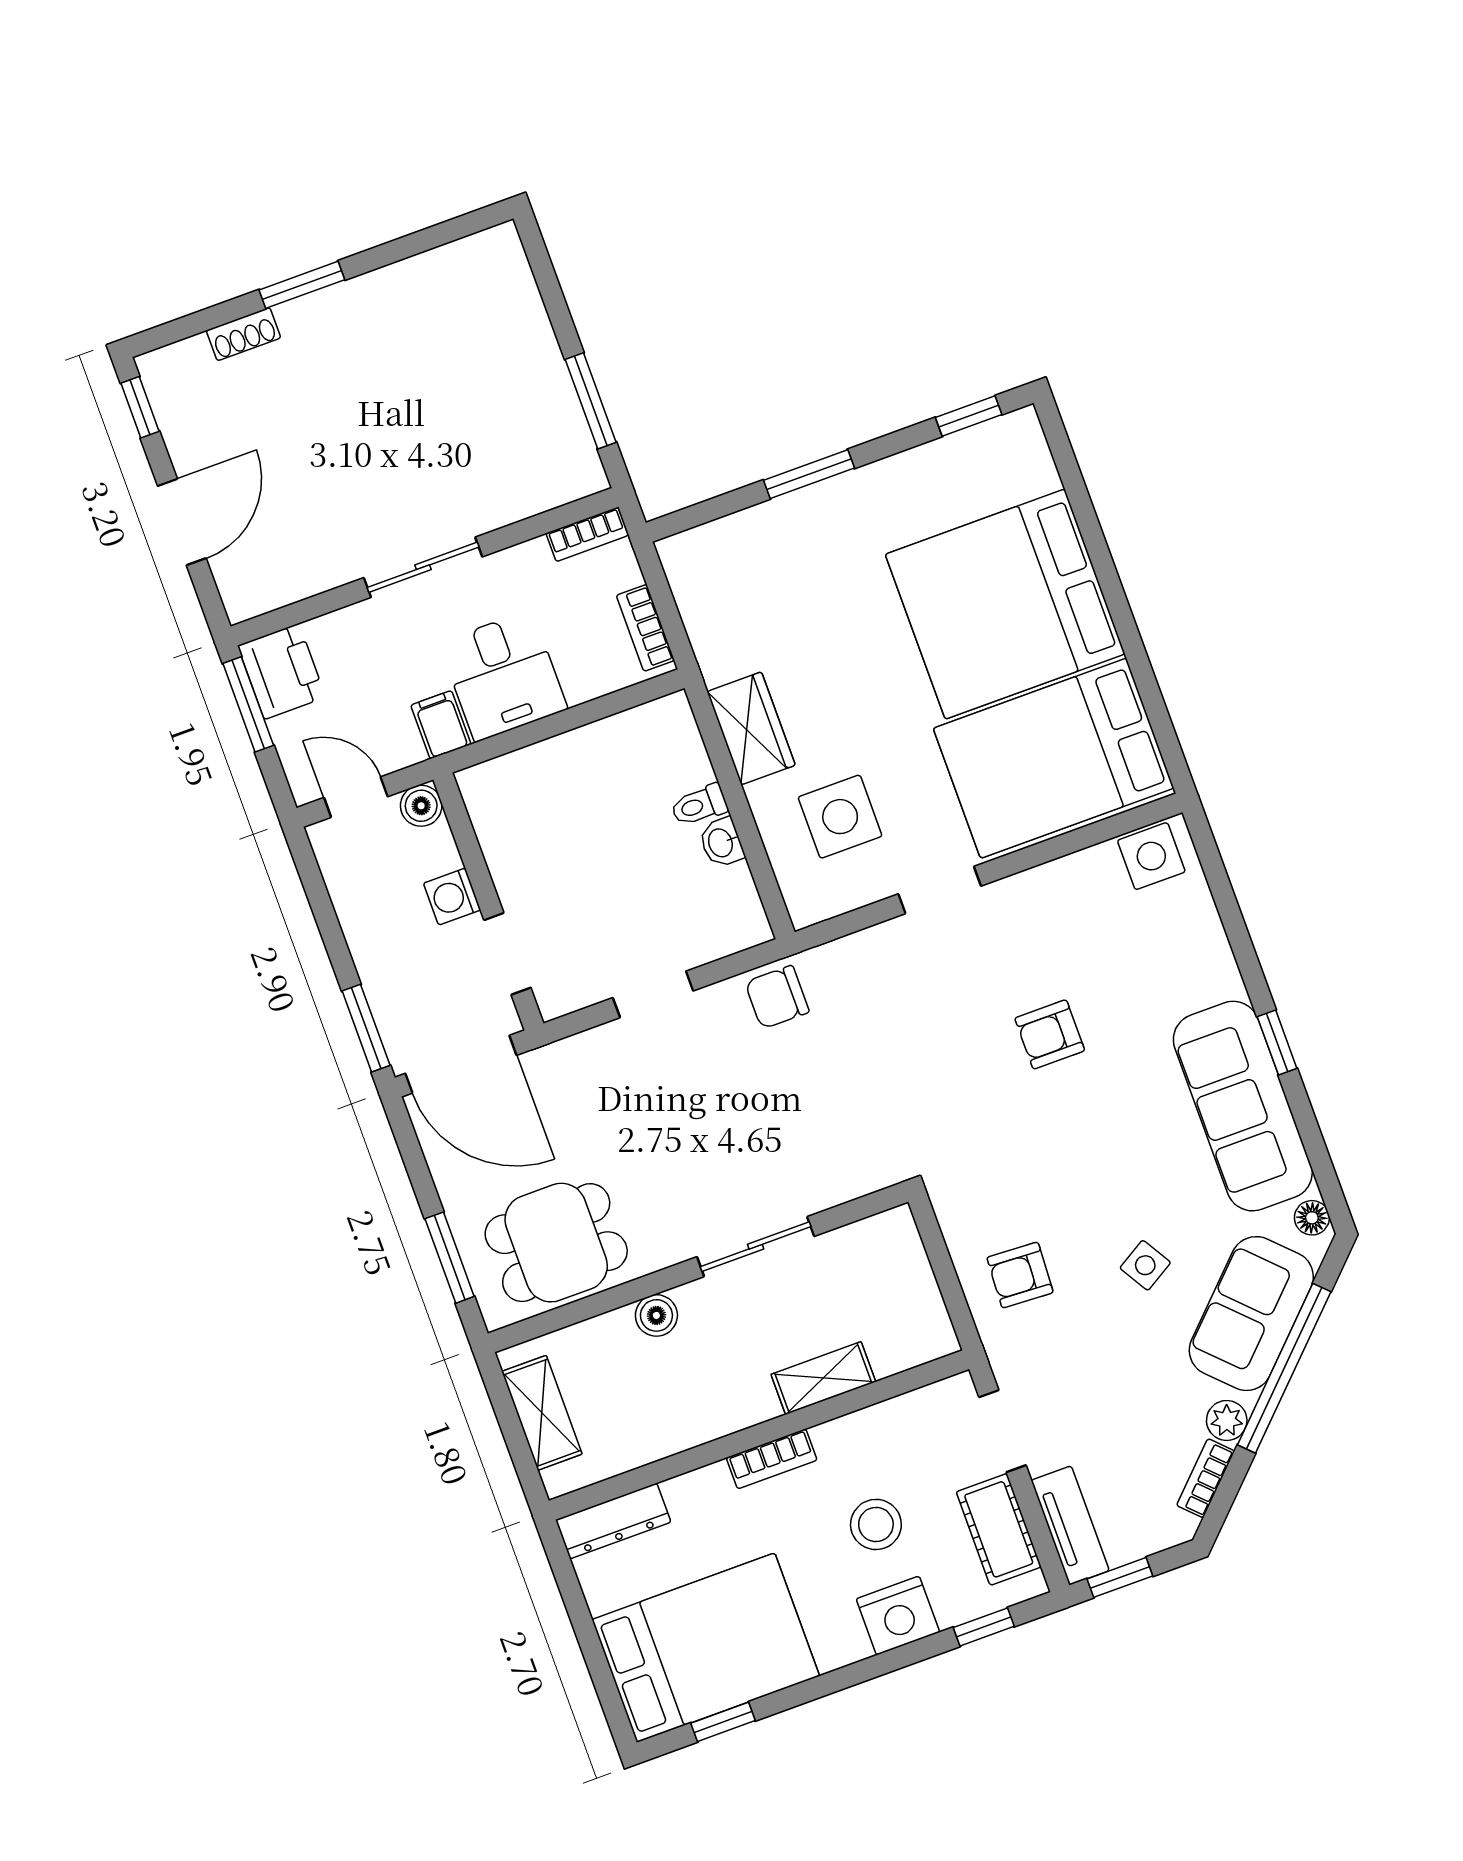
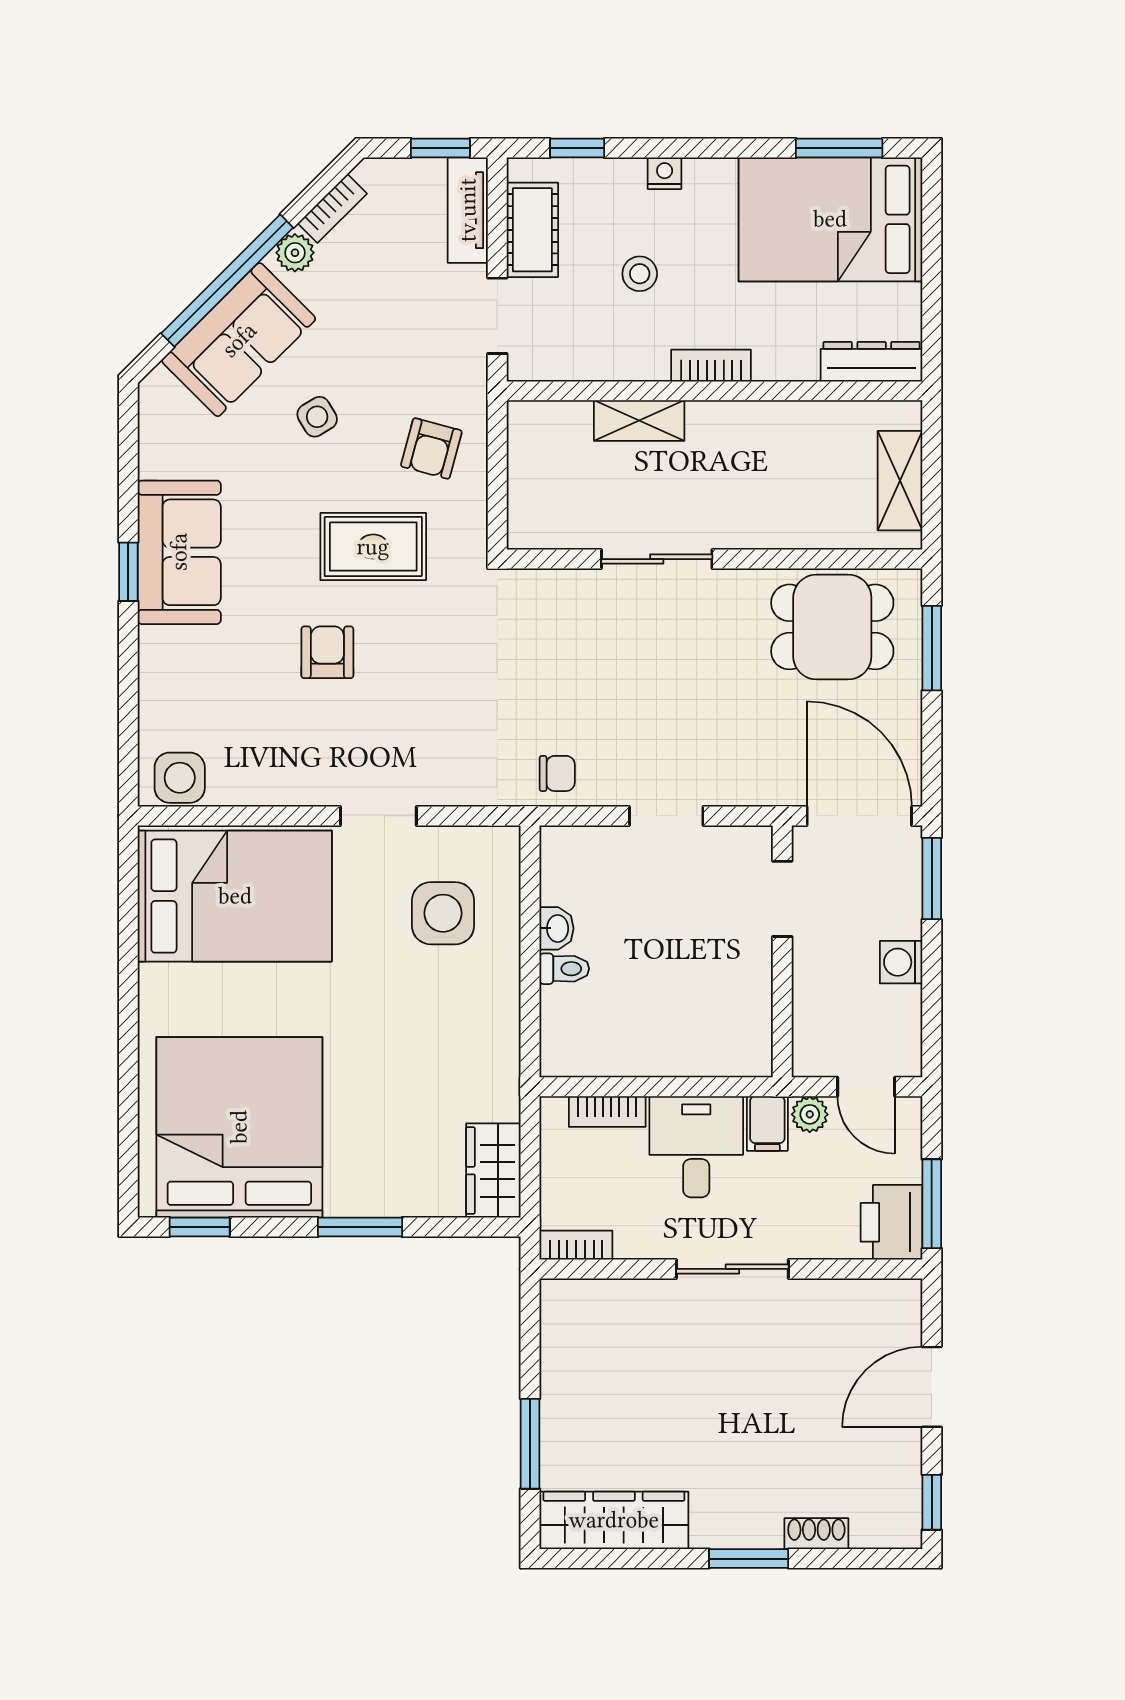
wardrobe: (450, 274) -> (614, 1520), added
window: (591, 401) -> (530, 1444), moved
bed: (1005, 604) -> (239, 1127), moved, turned -90
bookcase: (645, 628) -> (607, 1112), moved, turned 90
wardrobe: (751, 728) -> (493, 1171), moved
plant: (402, 749) -> (810, 1114), added
boiler: (421, 806) -> (811, 1058), removed
washing machine: (452, 897) -> (901, 962), moved, turned 180
chair: (777, 997) -> (557, 773), width x0.73, depth x0.73
armchair: (1050, 1034) -> (327, 652), turned -90
sofa: (1243, 1106) -> (179, 552), width x0.73
rug: (1042, 1156) -> (373, 547), added
floor lamp: (1312, 1218) -> (154, 405), removed
armchair: (1020, 1275) -> (431, 448), turned 102
boiler: (656, 1315) -> (767, 530), removed
stool: (876, 1524) -> (640, 274), width x0.73, depth x0.73
nightstand: (898, 1616) -> (665, 173), width x0.53, depth x0.56
window: (723, 1722) -> (839, 148), width x1.50

